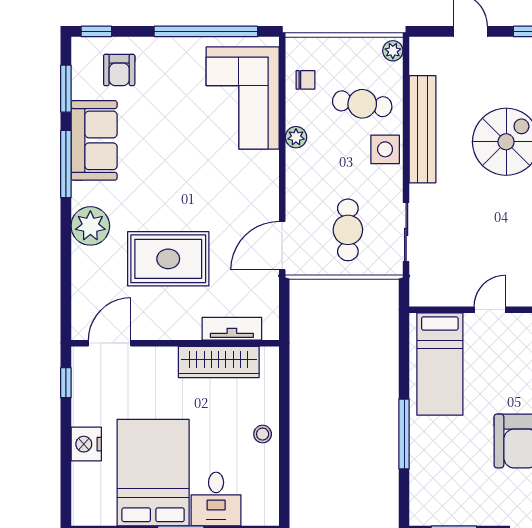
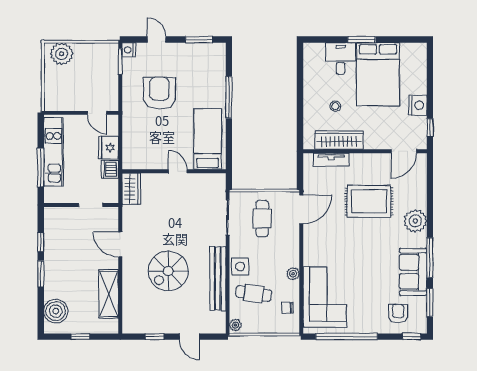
door: (490, 310) -> (178, 171), swing flipped
stool: (263, 434) -> (335, 106), moved
nightstand: (86, 444) -> (418, 105), moved

